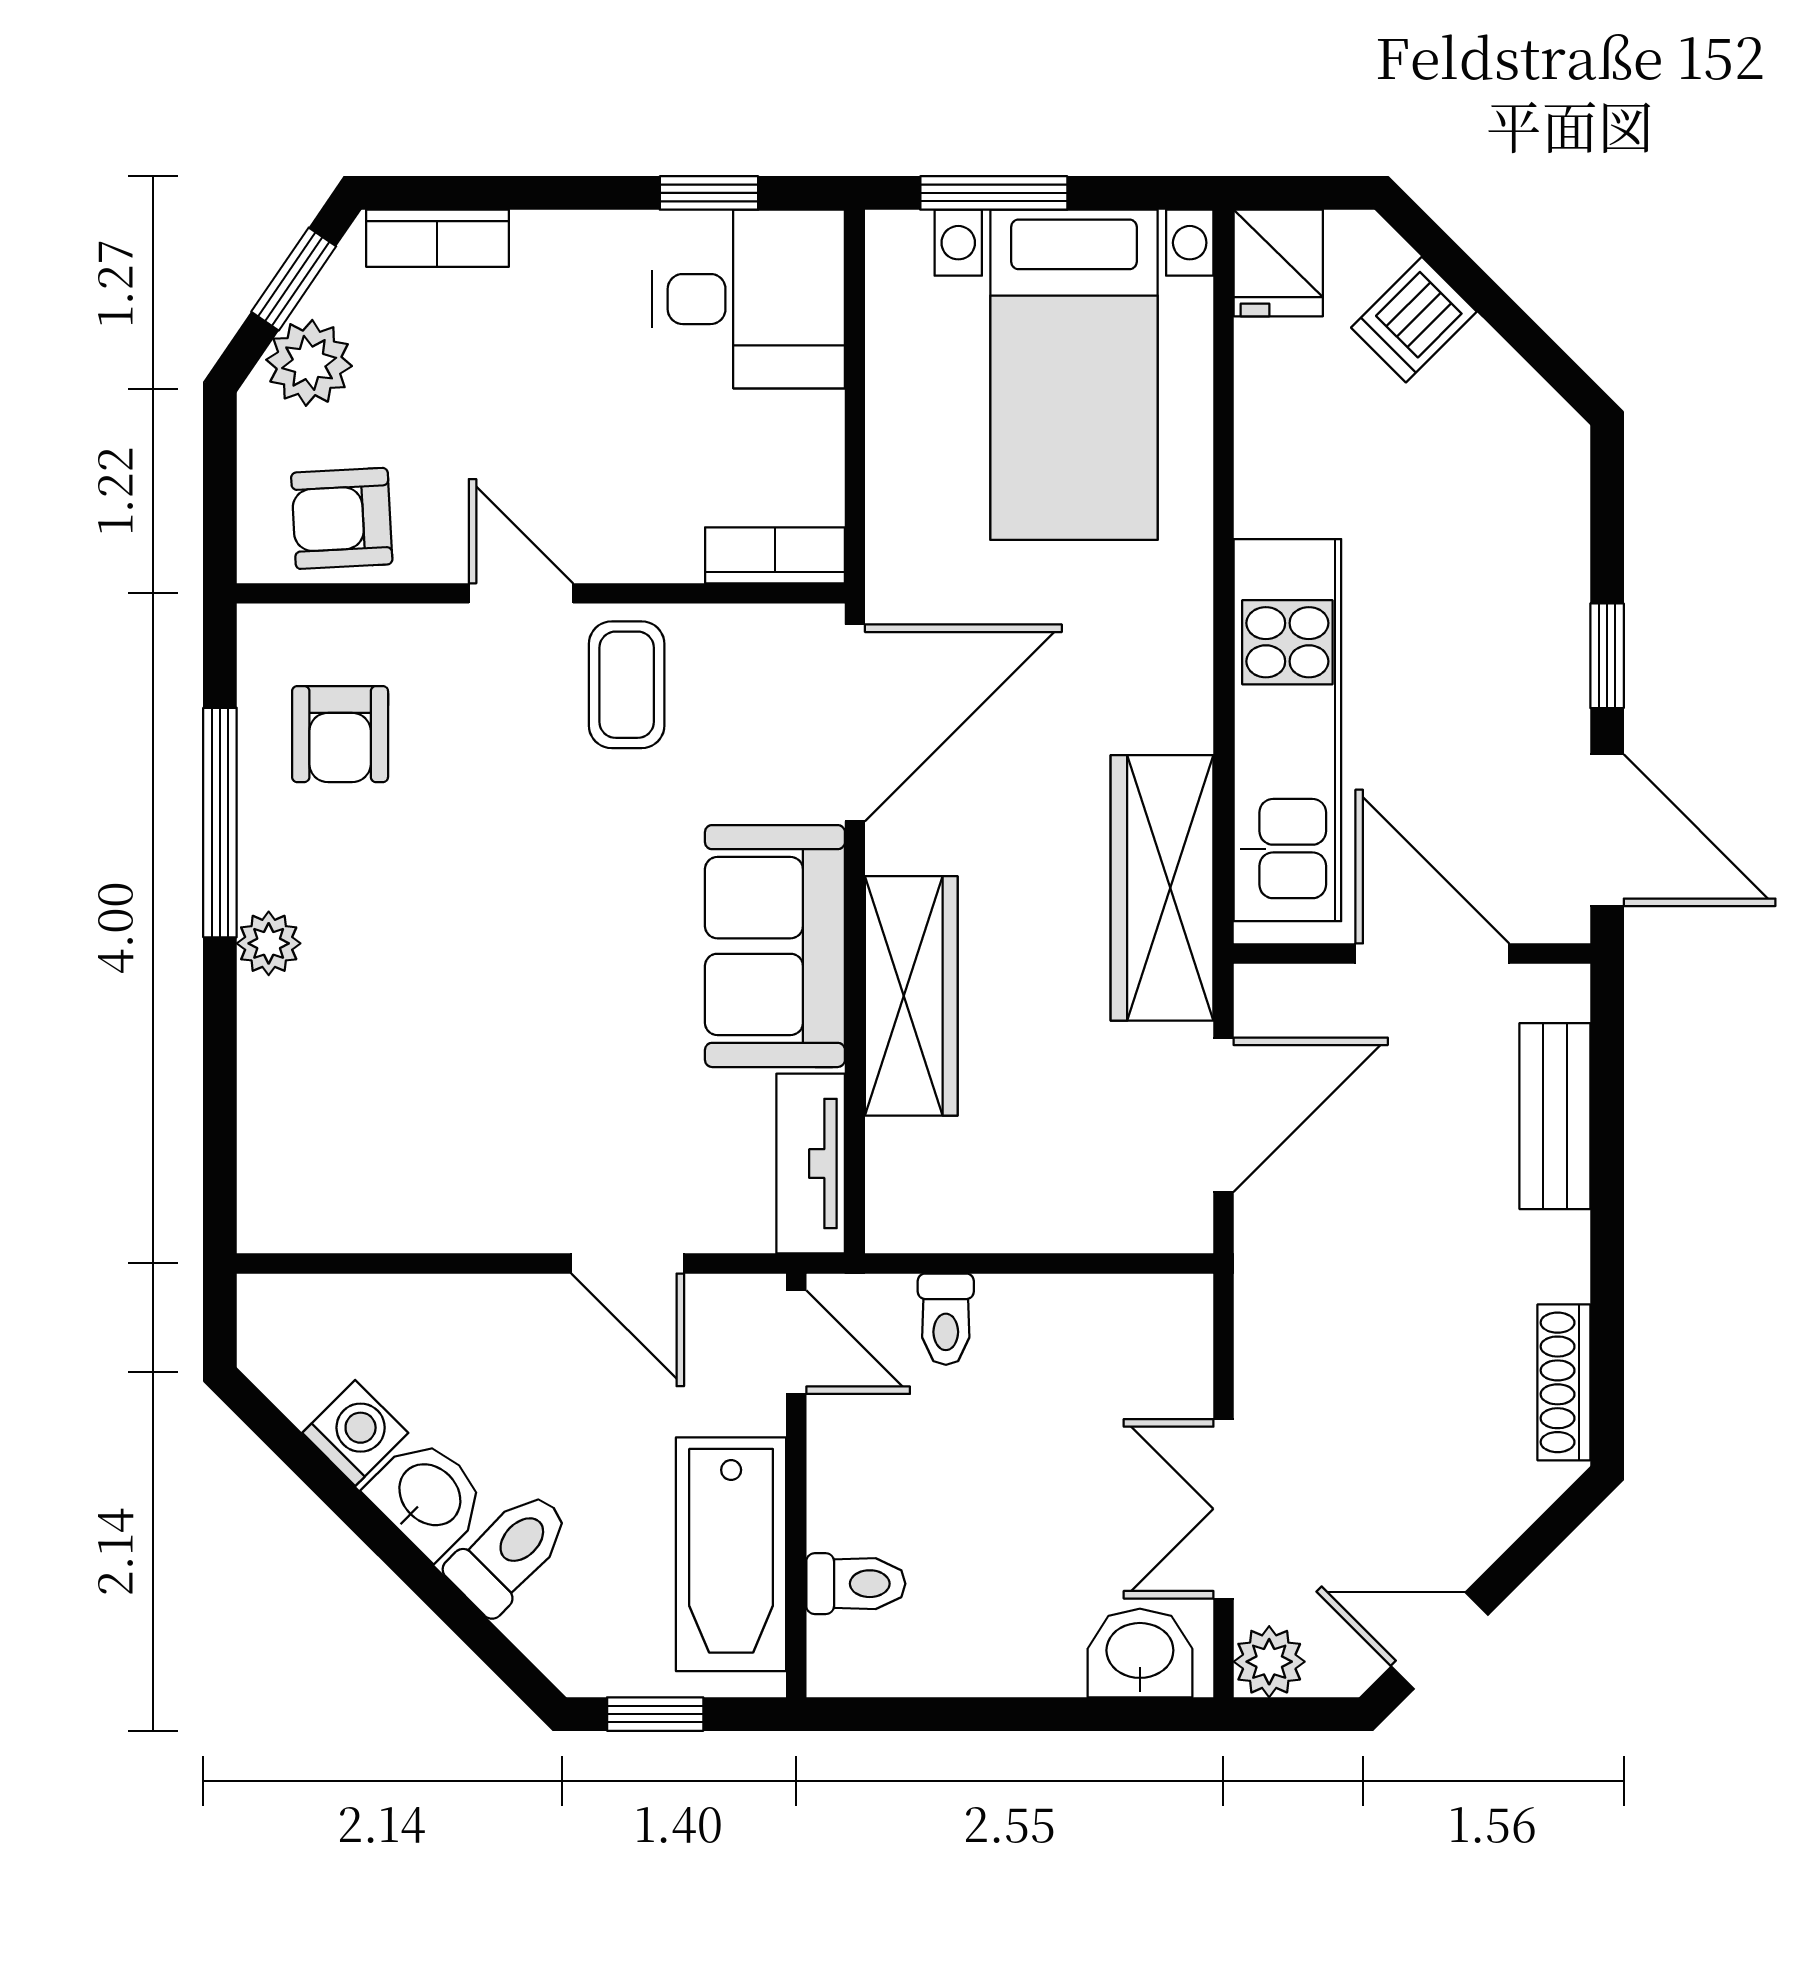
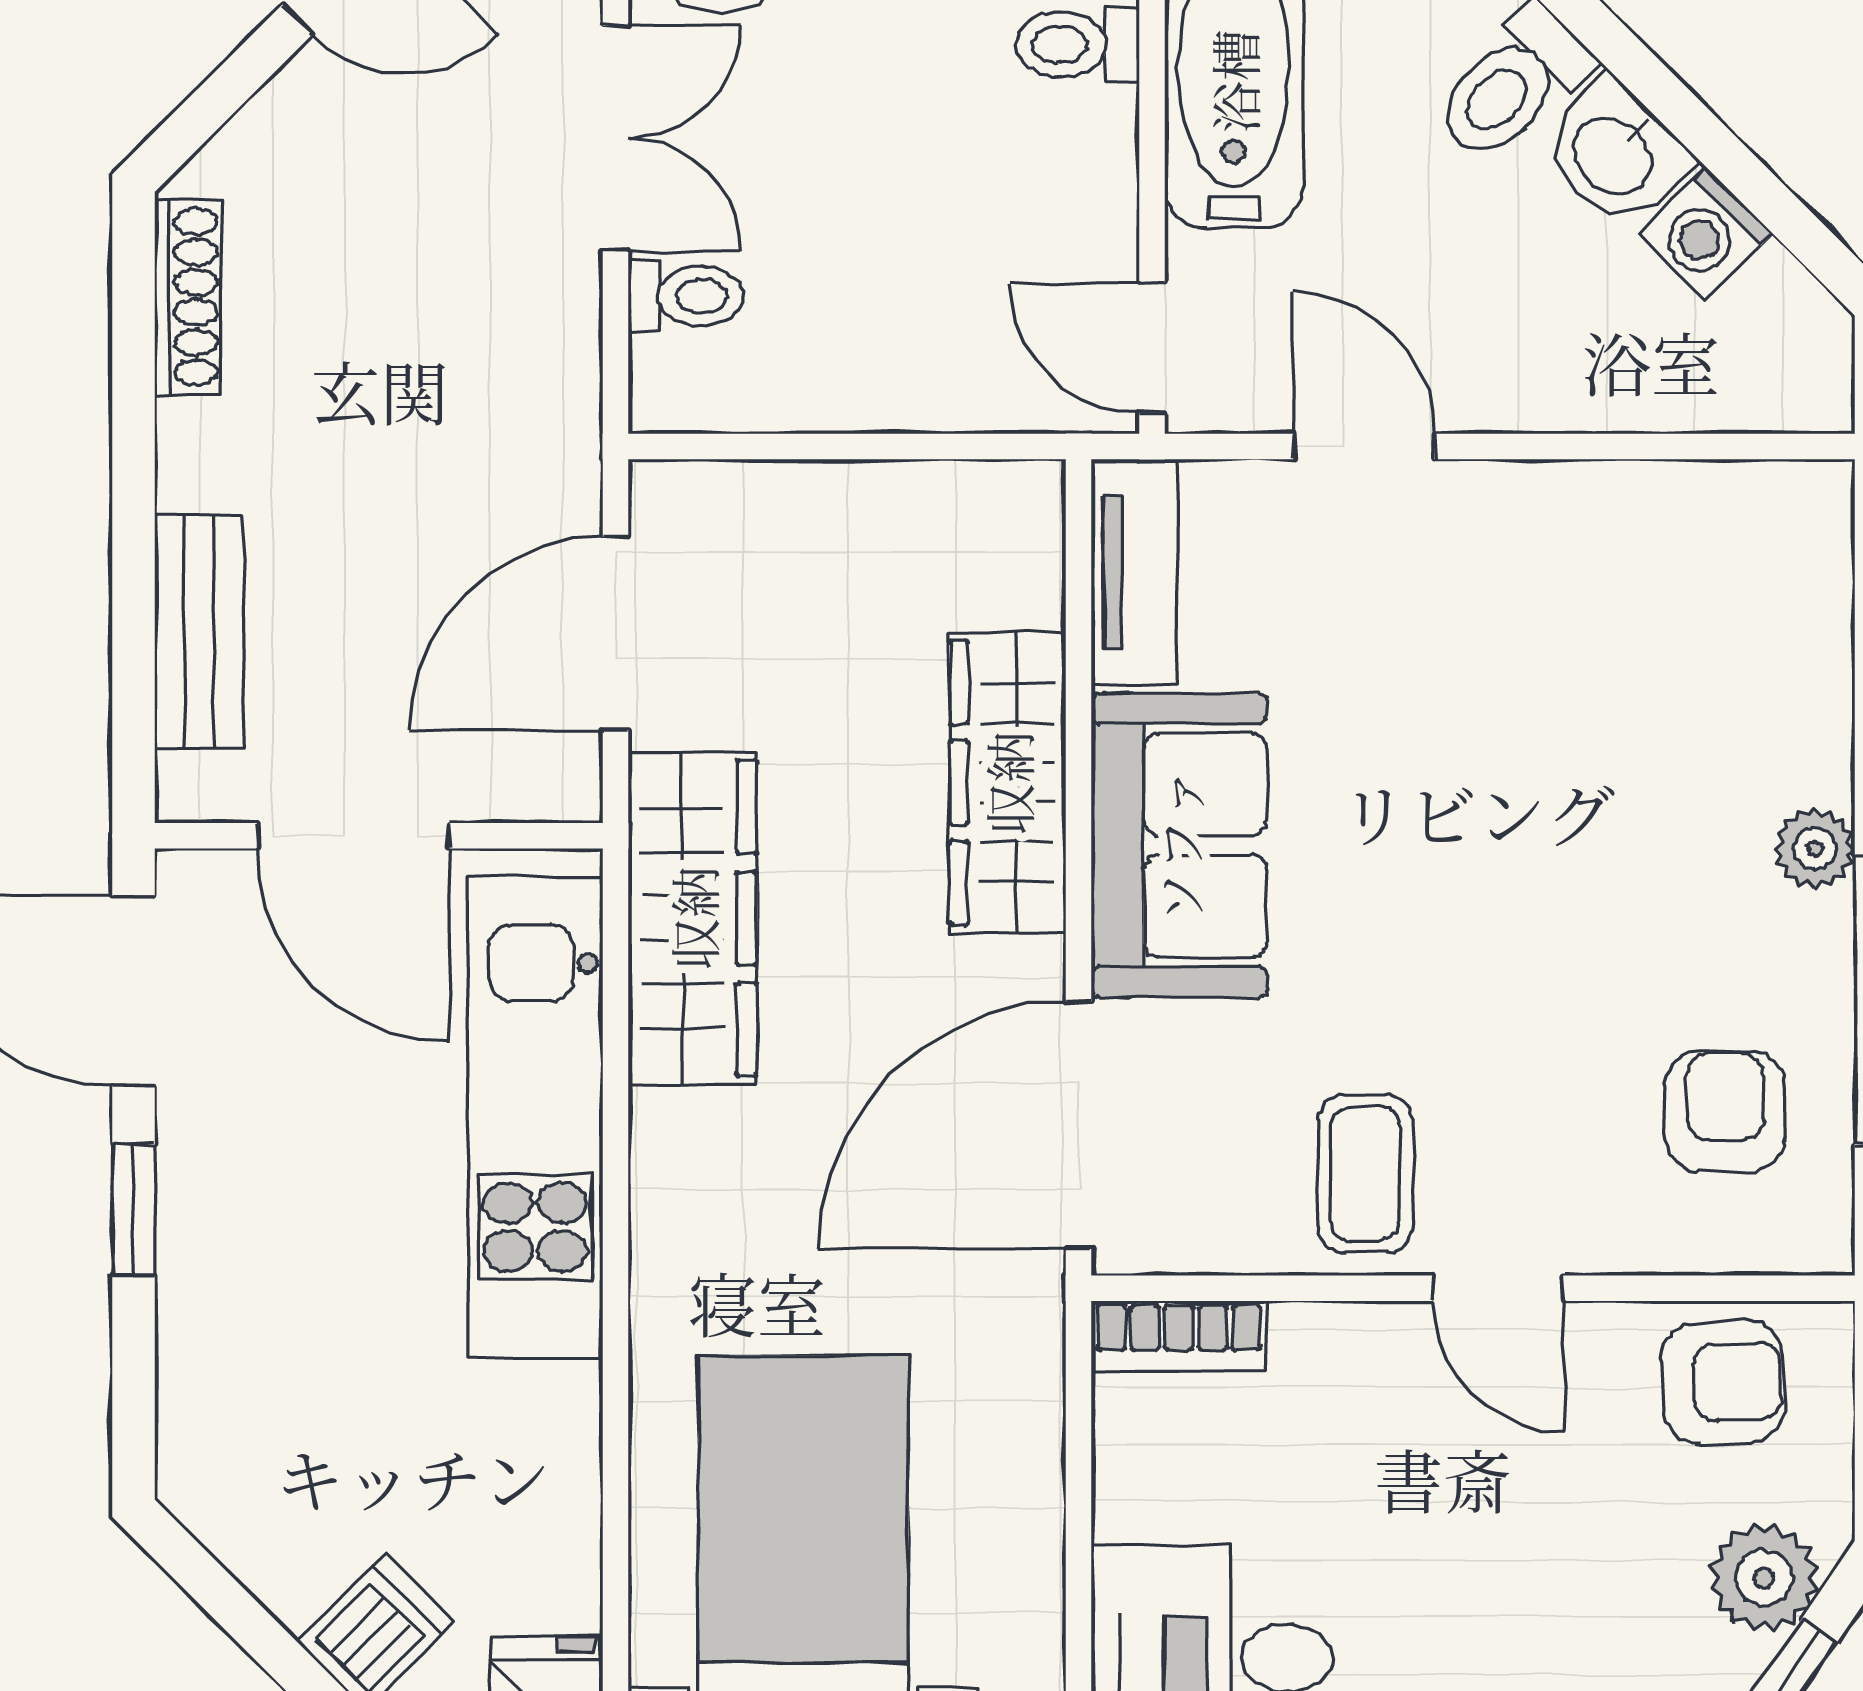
toilet: (946, 1319) -> (685, 296), moved, turned 90

